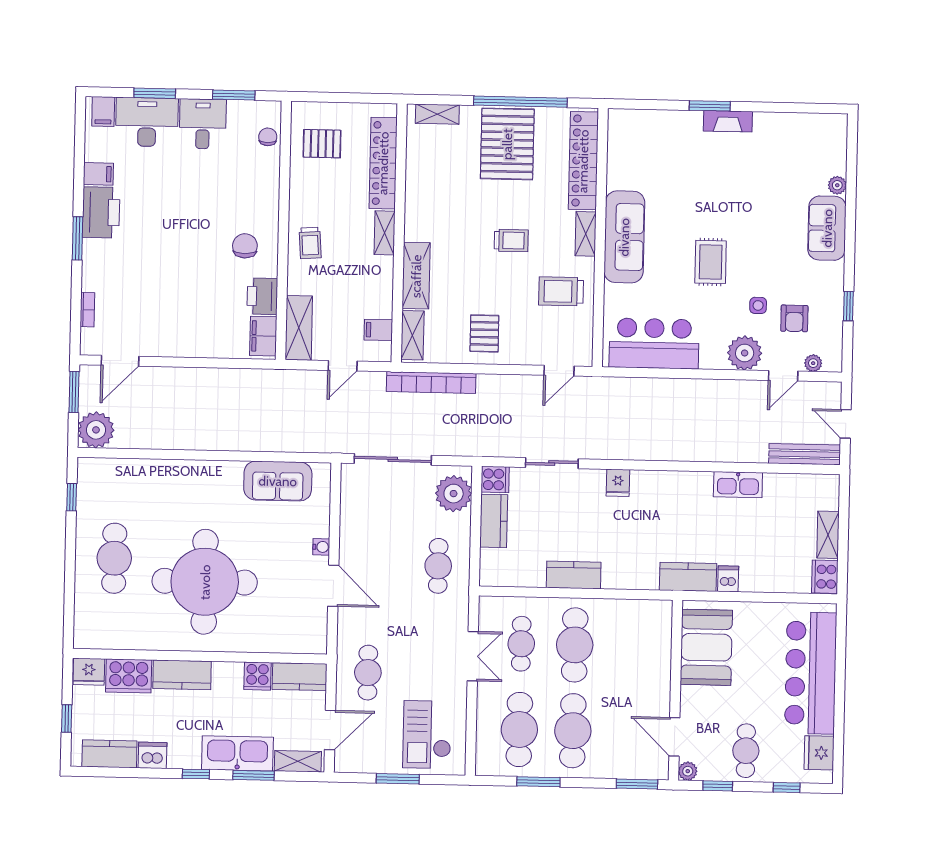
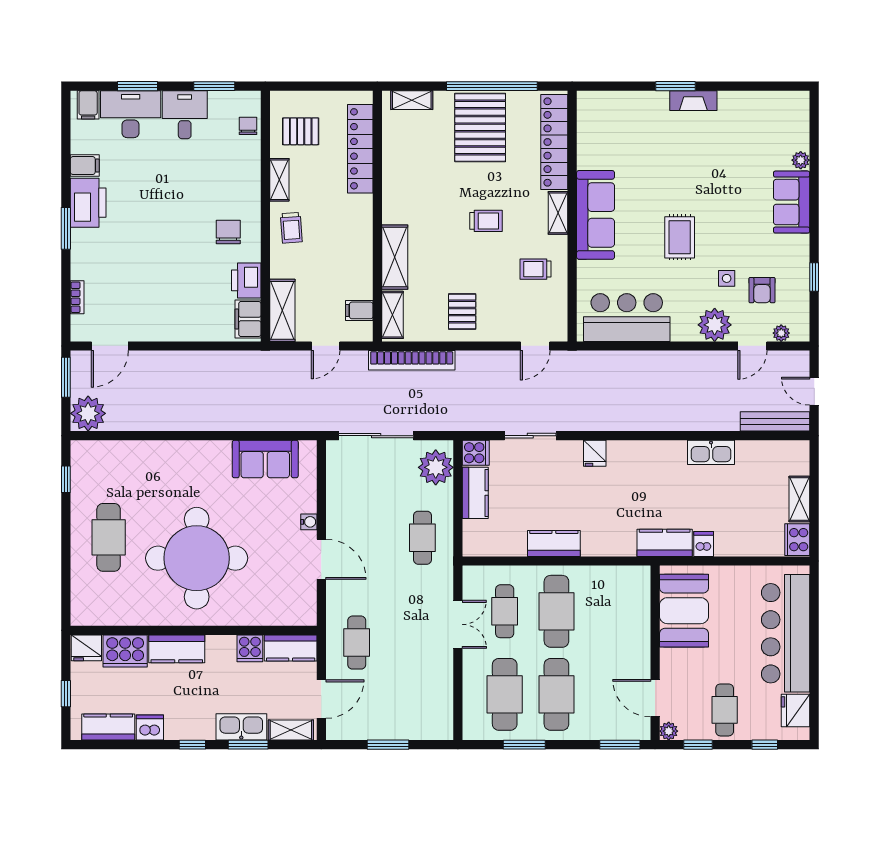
shelving: (385, 233) -> (279, 180), moved
trolley: (561, 291) -> (536, 269), width x0.73, depth x0.72
checkout: (427, 735) -> (415, 701), removed
kitchen sink: (237, 753) -> (241, 727), width x0.73, depth x0.81

